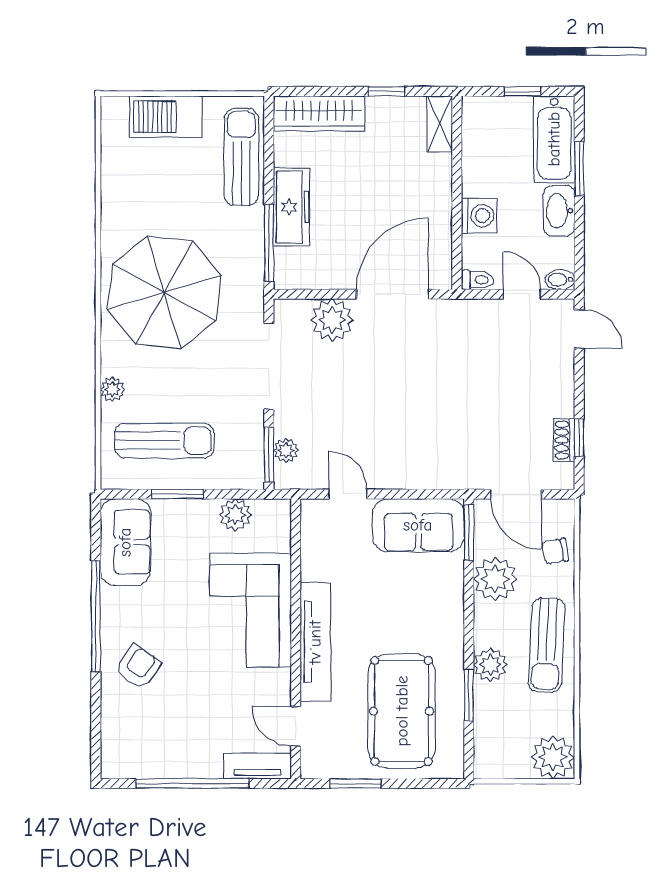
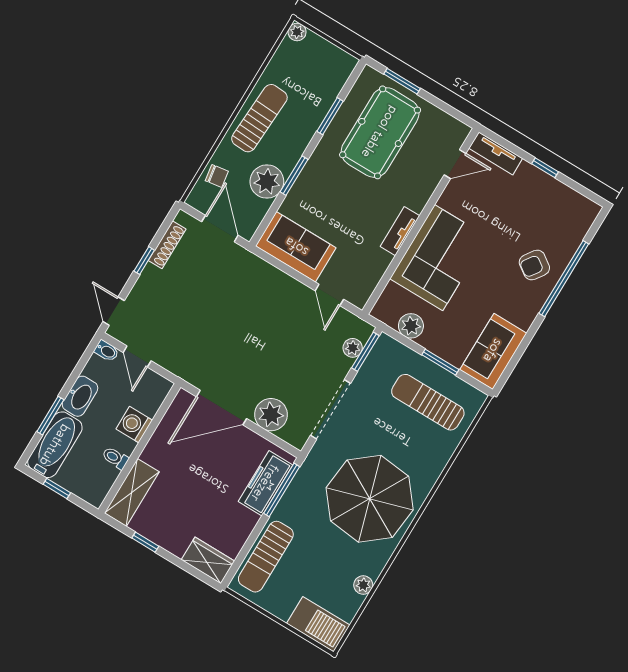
wardrobe: (319, 113) -> (208, 560), width x0.67
barbecue: (166, 117) -> (318, 624), moved
shelving: (440, 124) -> (132, 492), width x1.50, depth x1.33
freezer: (292, 207) -> (265, 483), moved
toilet: (477, 280) -> (115, 458), moved
plant: (113, 389) -> (363, 585), moved
window: (579, 438) -> (144, 261), moved
shoe rack: (564, 440) -> (167, 245), width x1.43
window: (469, 533) -> (294, 176), moved
window: (96, 616) -> (564, 279), moved
tv unit: (315, 642) -> (400, 231), width x0.52, depth x0.78
plant: (490, 665) -> (304, 127), removed
door: (296, 726) -> (455, 164), hinge flipped
plant: (553, 757) -> (297, 32), width x0.53, depth x0.53
window: (192, 784) -> (545, 168), width x0.32
window: (356, 784) -> (402, 81), moved

